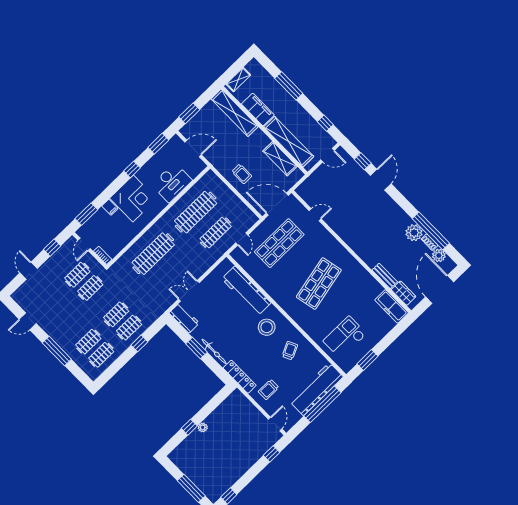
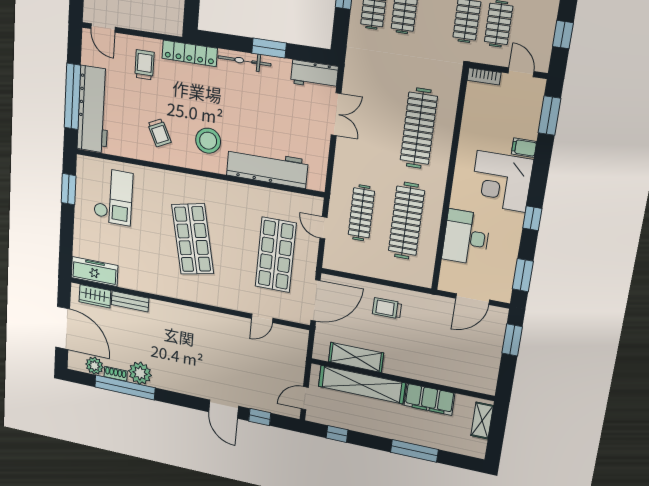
shelving: (235, 113) -> (455, 377), removed

